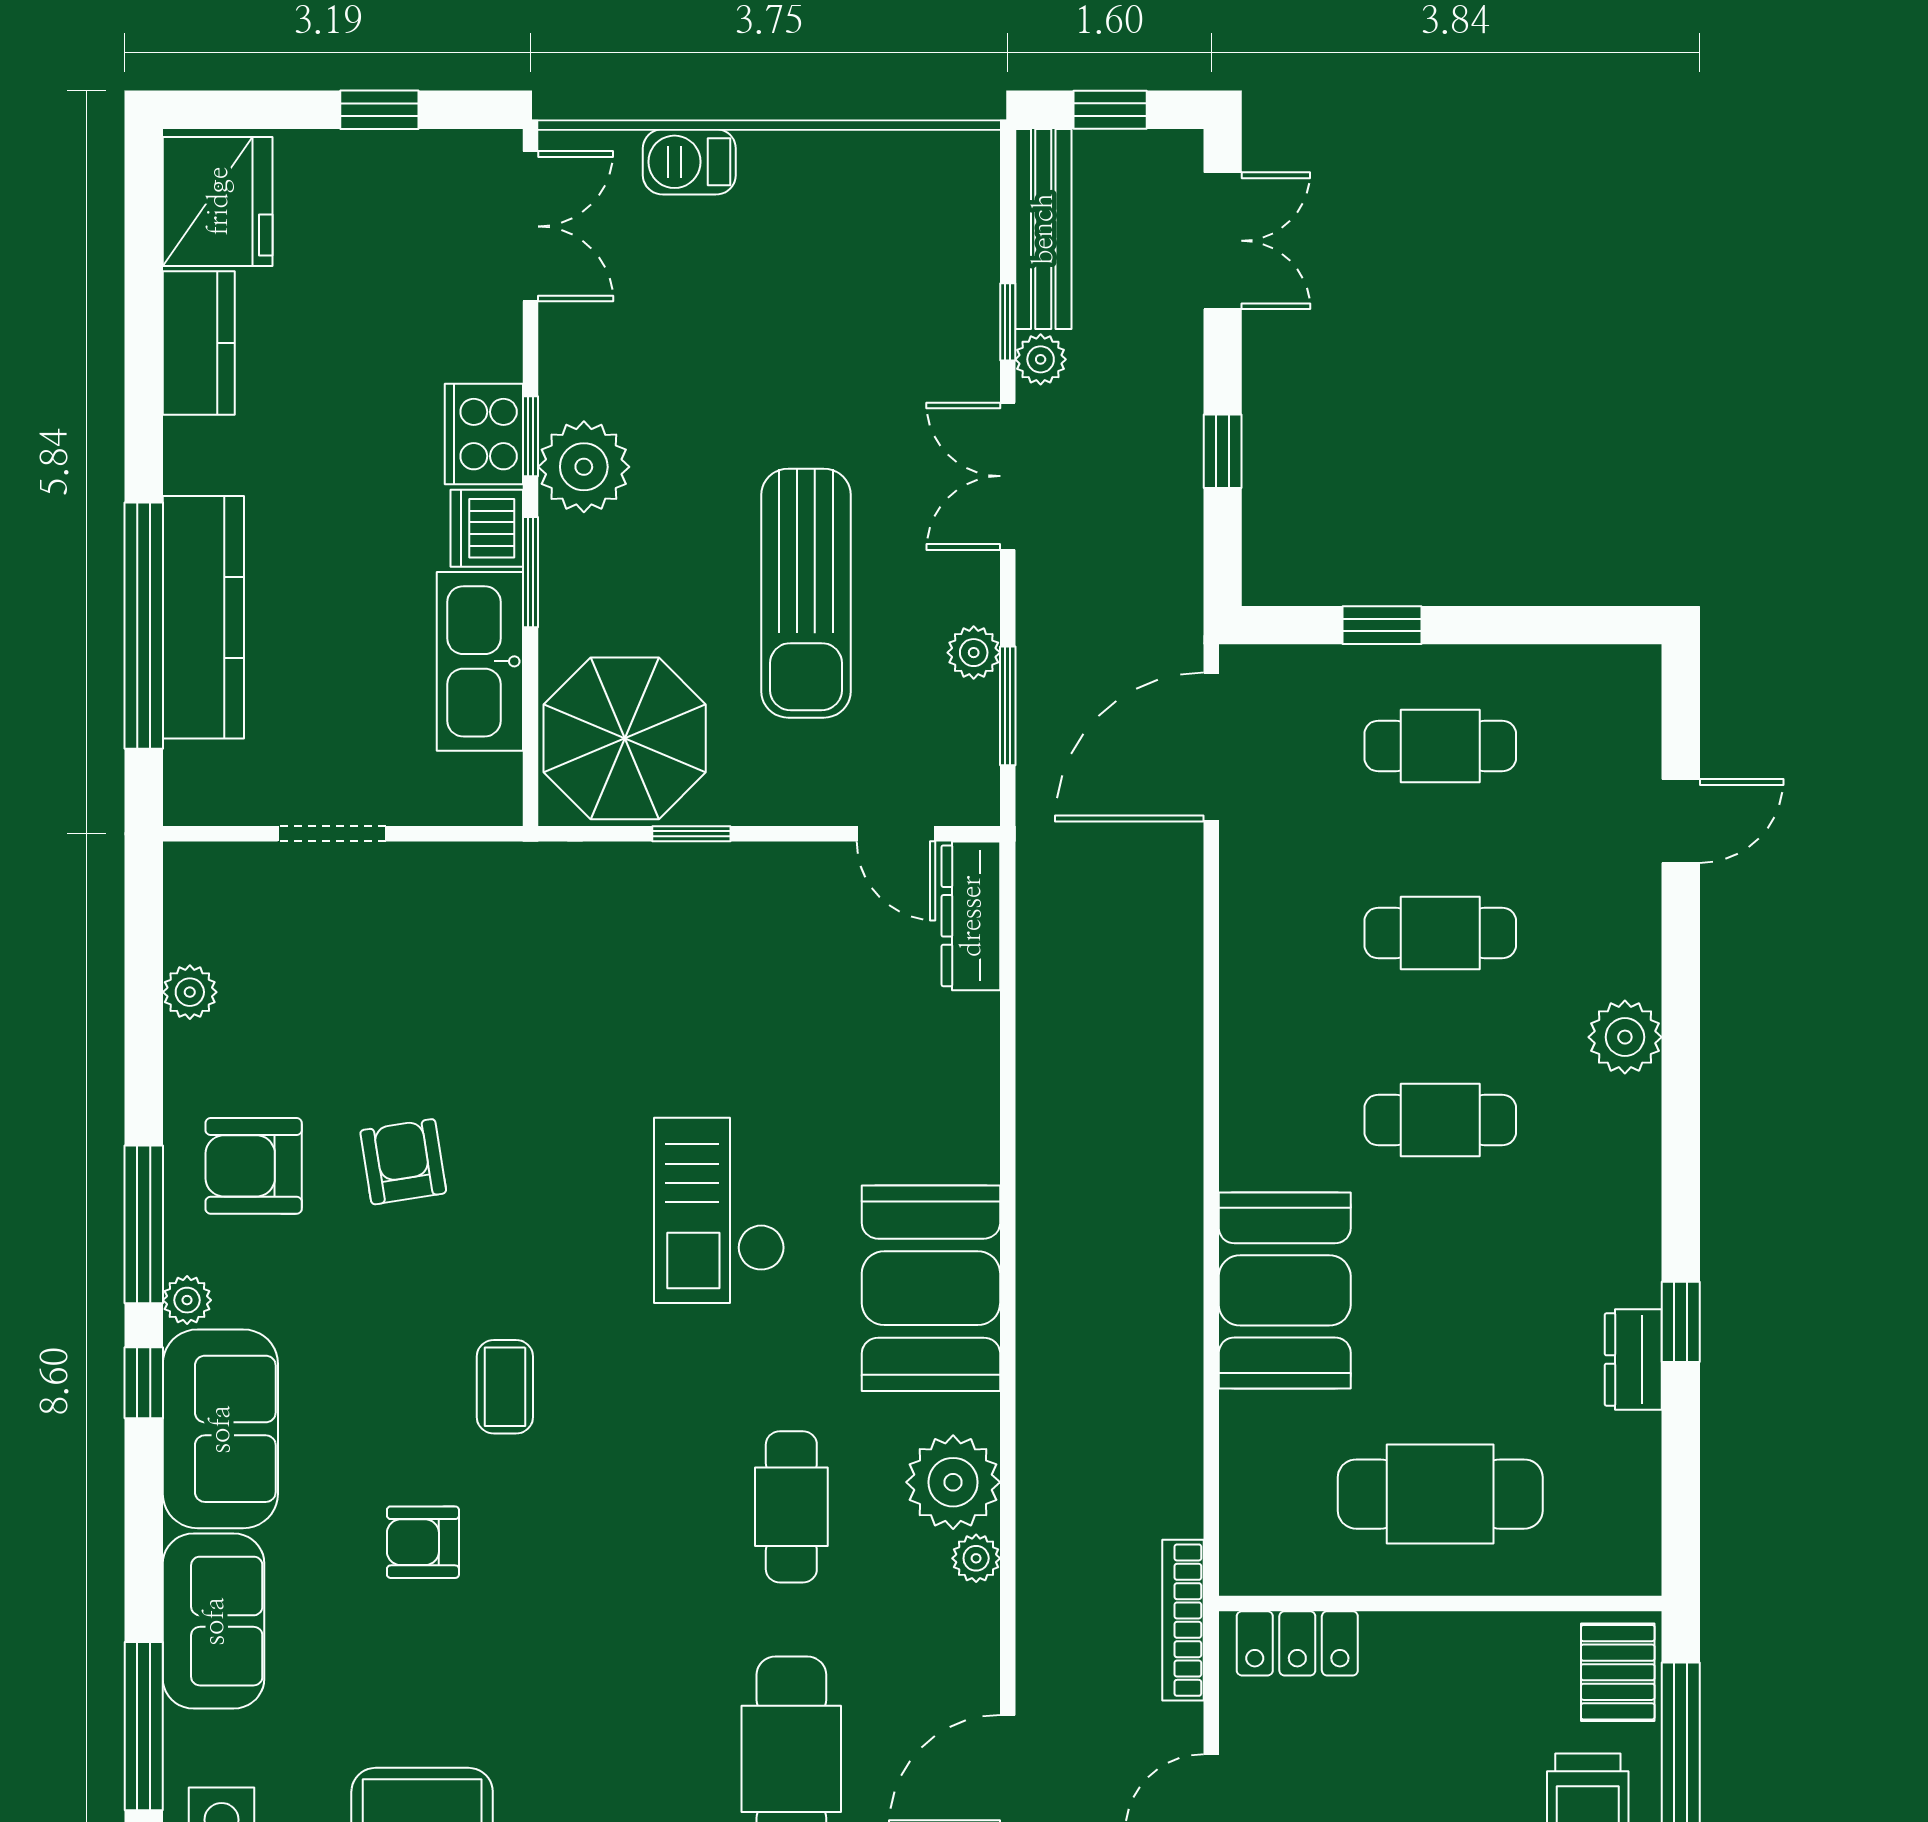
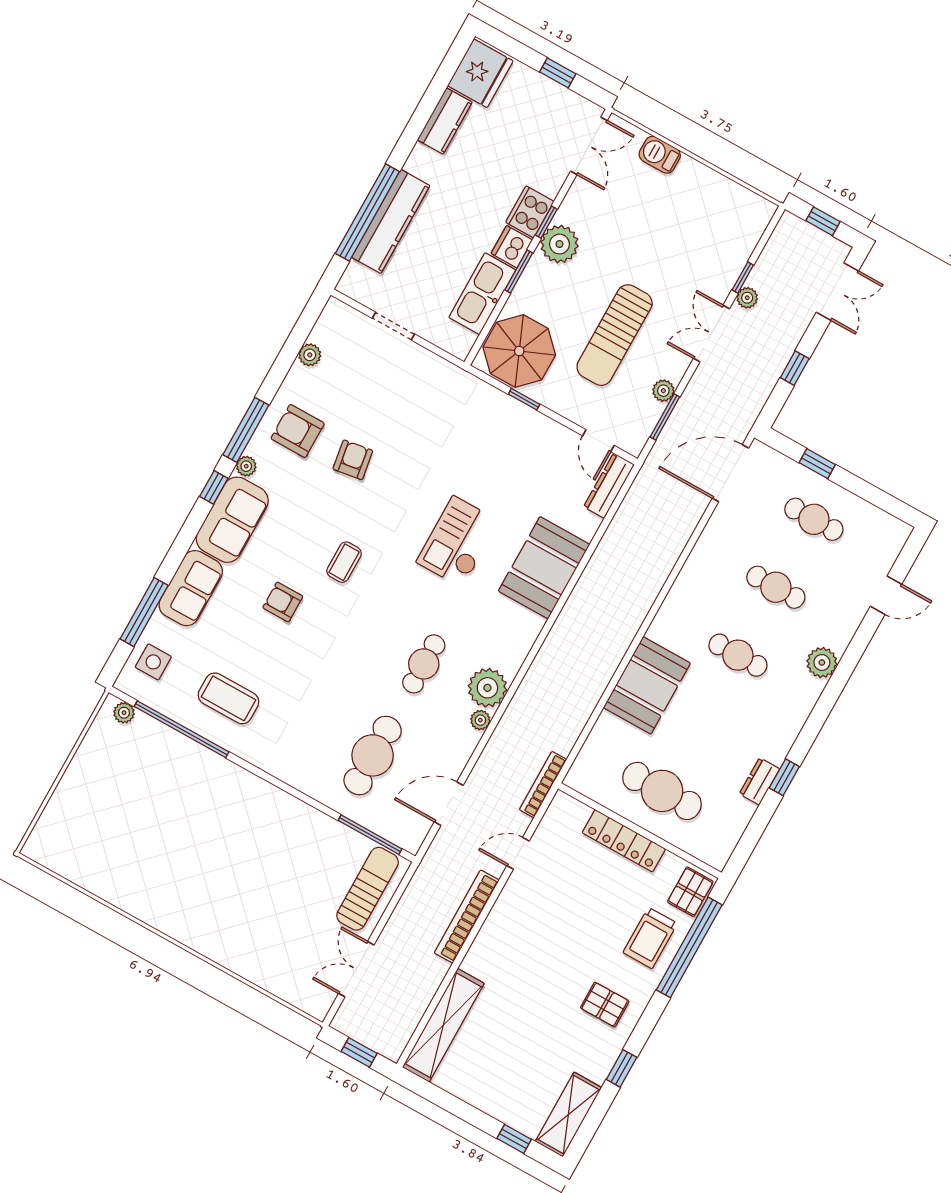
bench: (1043, 229) -> (775, 251), removed
booth: (931, 1288) -> (544, 568), moved
locker: (1297, 1643) -> (624, 841), moved, width x1.53

